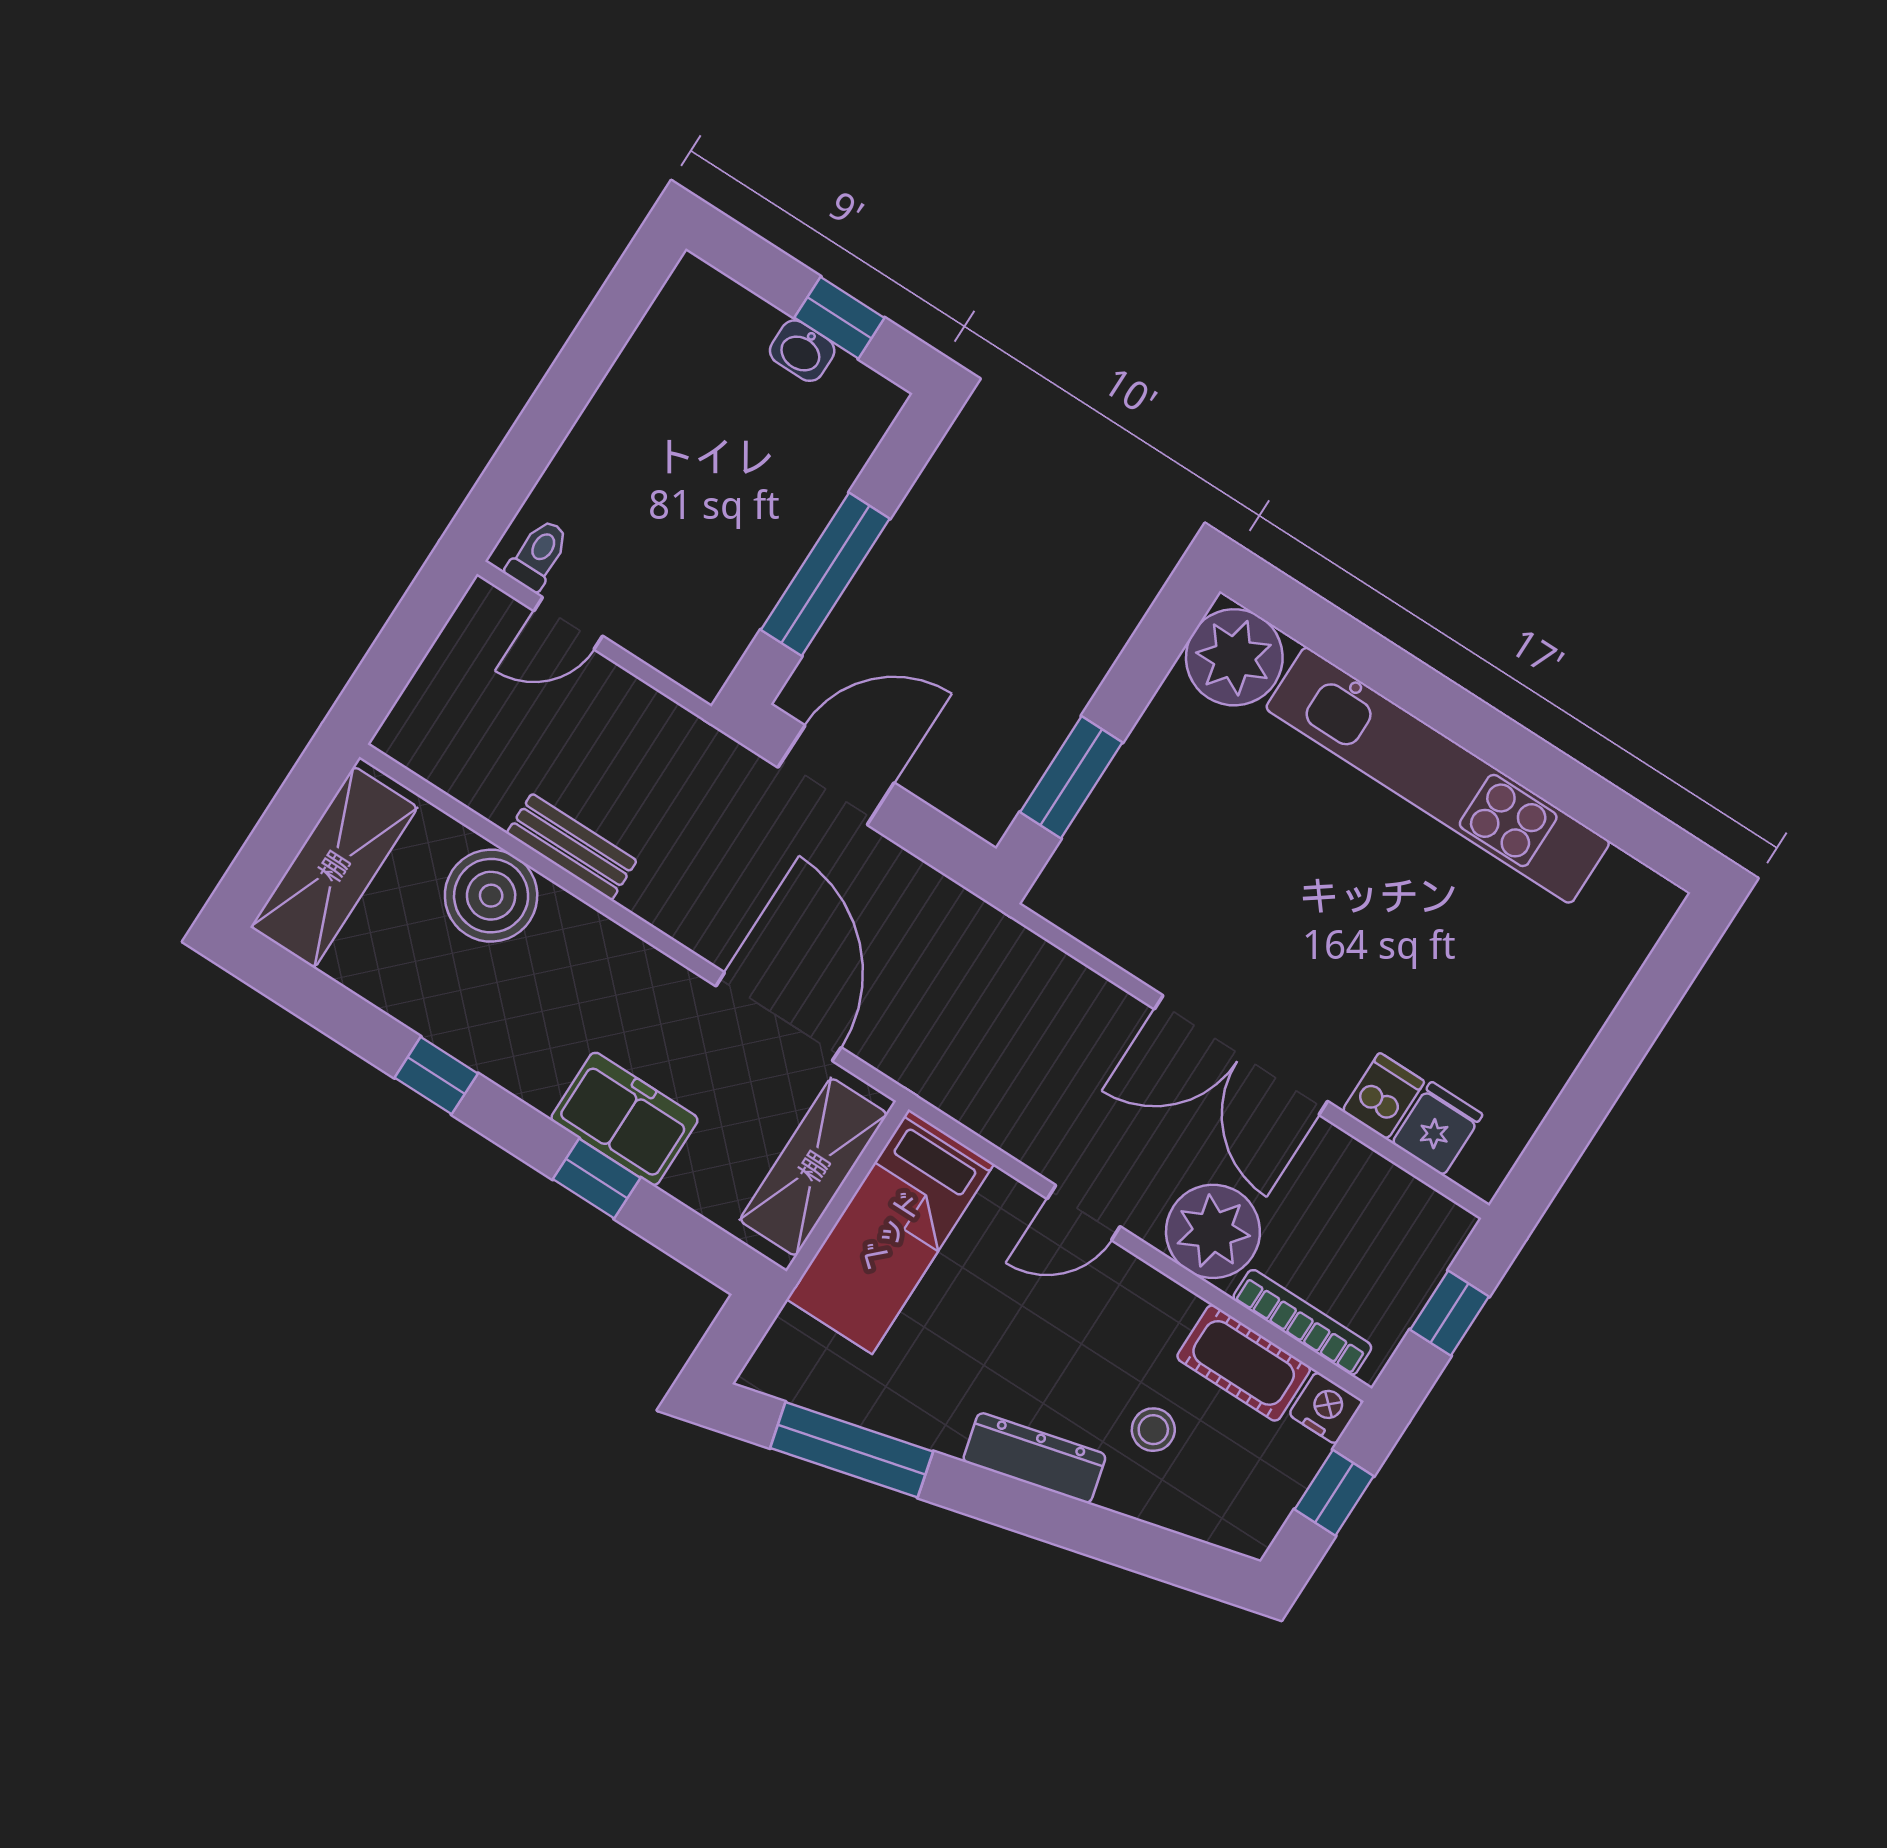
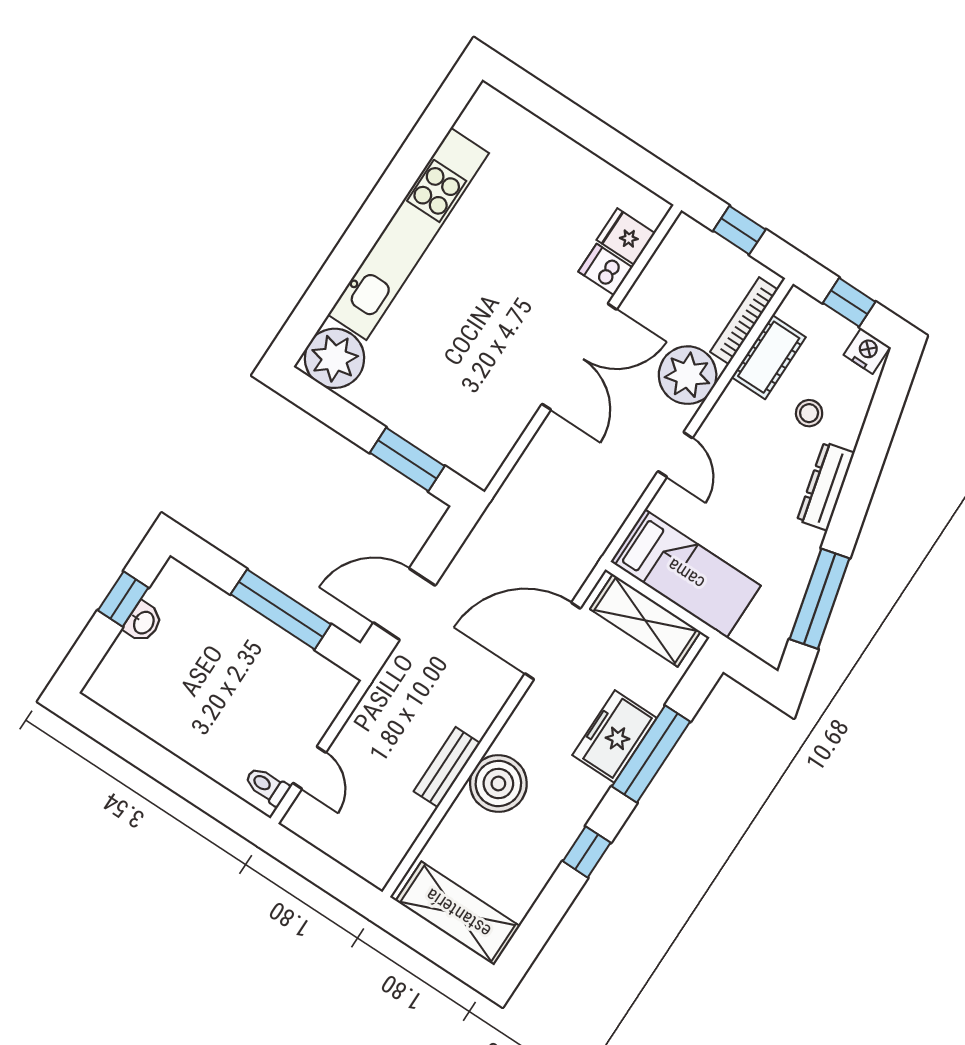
door: (836, 775) -> (404, 604), hinge flipped
boiler: (491, 896) -> (498, 784), moved
window: (597, 1179) -> (651, 754), width x2.17
nightstand: (1326, 1408) -> (867, 351), moved, turned 90

